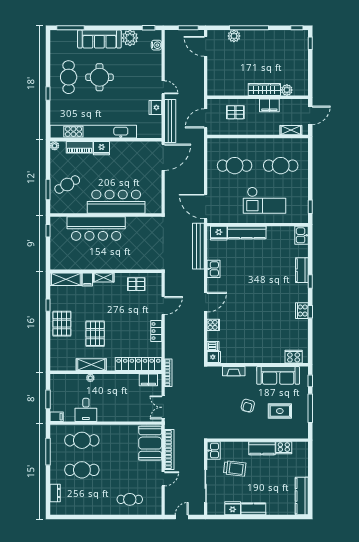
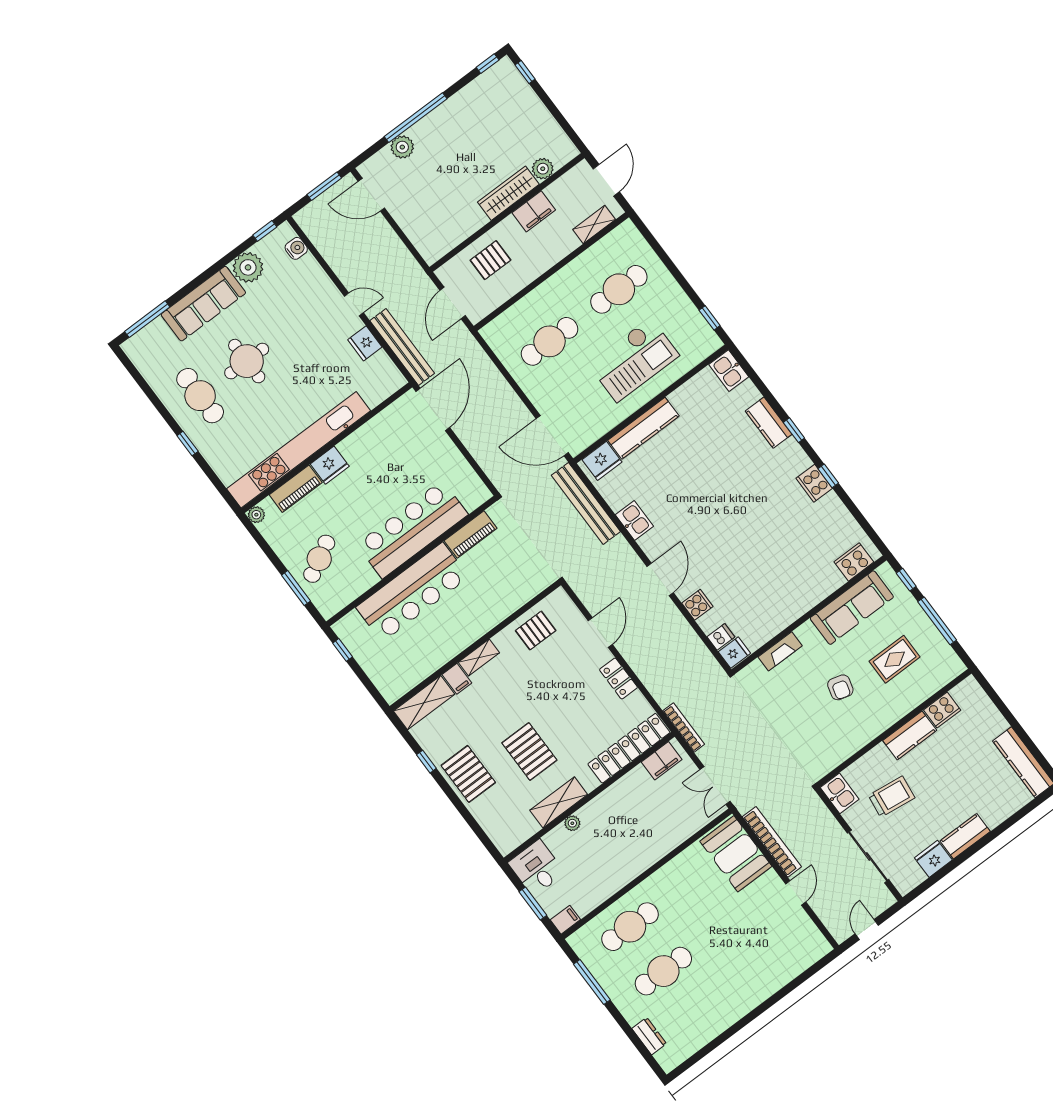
piano: (139, 223) -> (471, 535), added
desk: (86, 410) -> (536, 868), moved, turned 180
cafe table: (130, 499) -> (769, 961), removed

